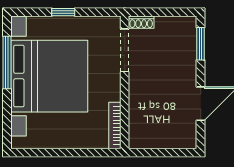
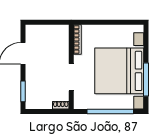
window: (63, 12) -> (110, 112), width x3.17
doorway: (125, 50) -> (71, 77), moved

